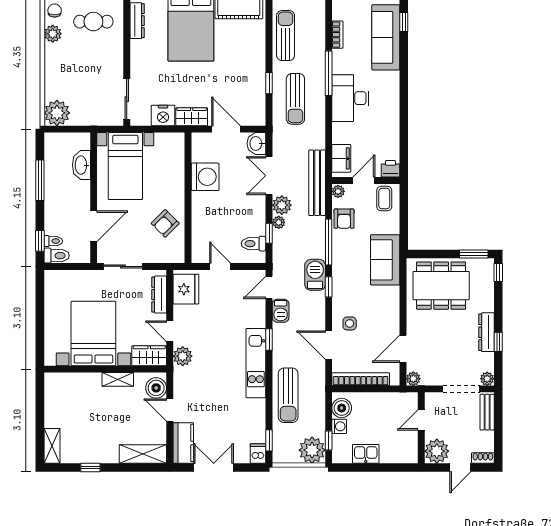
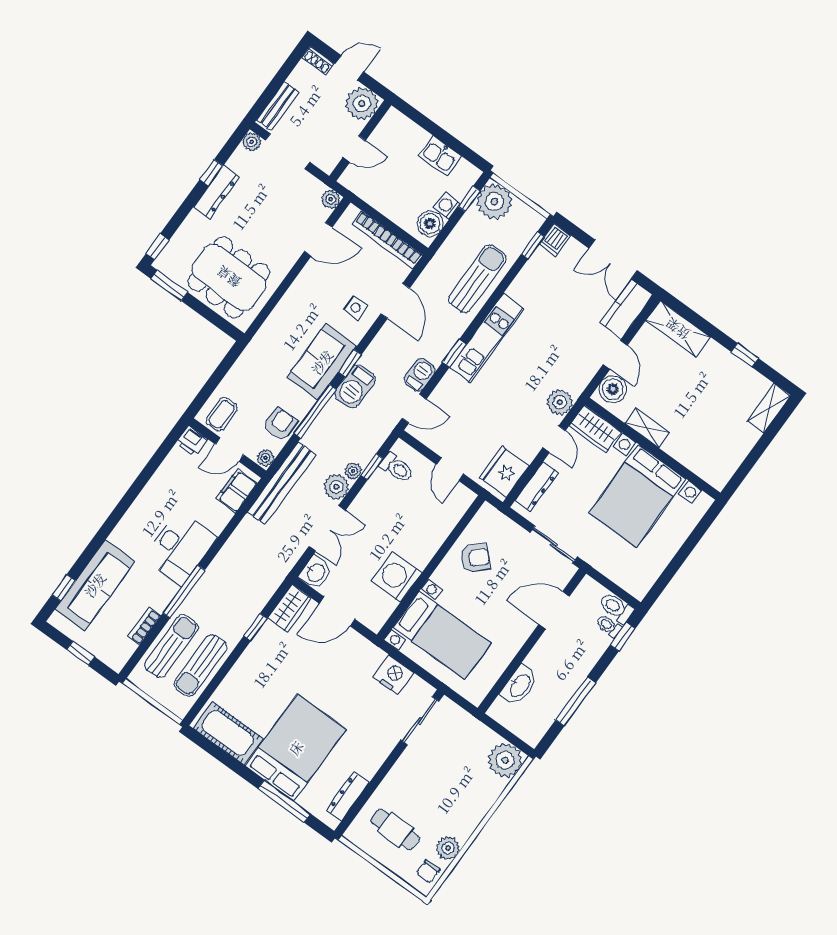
sun lounger: (295, 99) -> (171, 646), moved
wardrobe: (192, 117) -> (289, 608), moved, turned -90
door: (226, 129) -> (337, 611), hinge flipped
bed with nightstands: (125, 166) -> (442, 635), moved, turned 90
sofa: (385, 260) -> (322, 362), moved, turned 180

